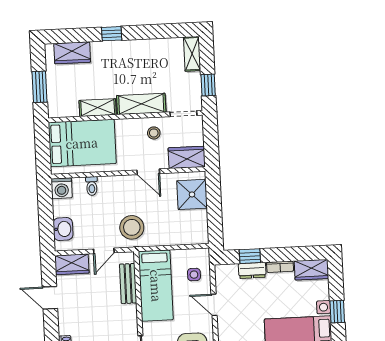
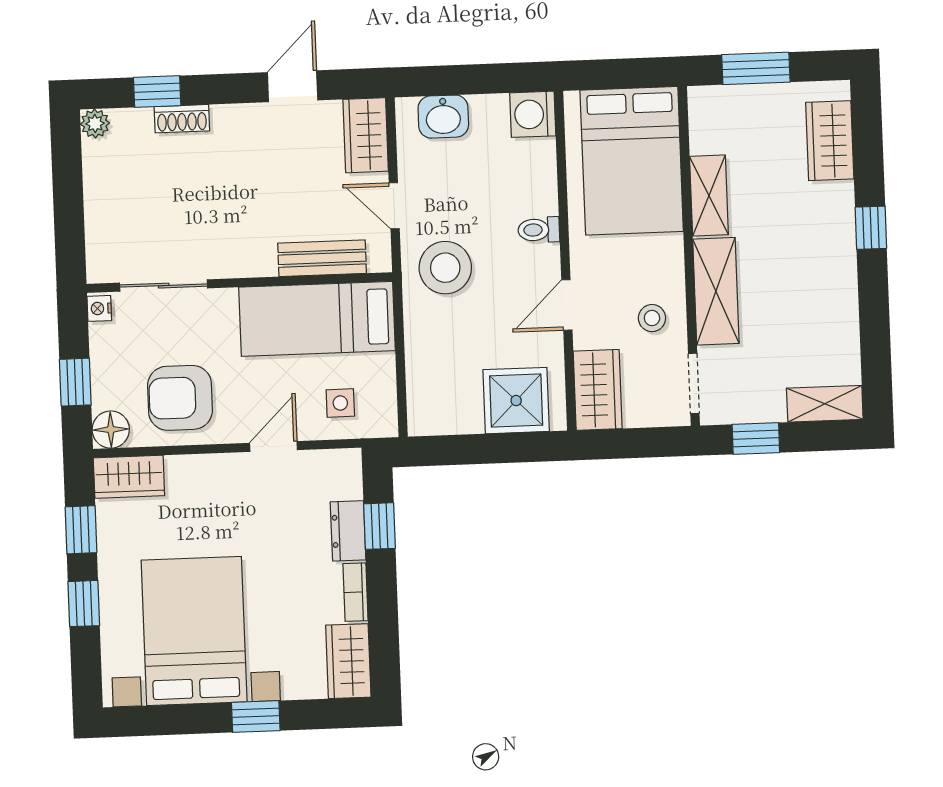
toilet: (92, 186) -> (539, 230), moved

